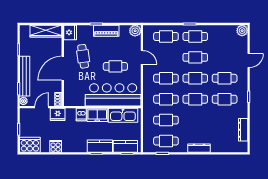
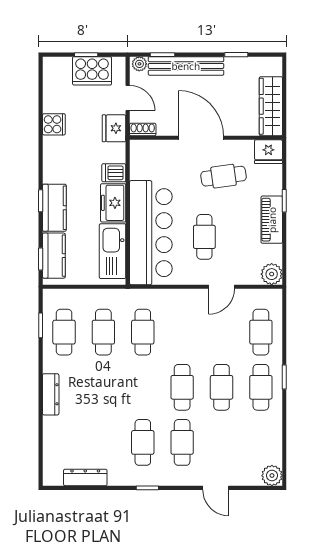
cafe table: (166, 78) -> (182, 332), removed
cafe table: (195, 99) -> (143, 387), removed
cooker: (30, 145) -> (92, 71), moved, turned 90

